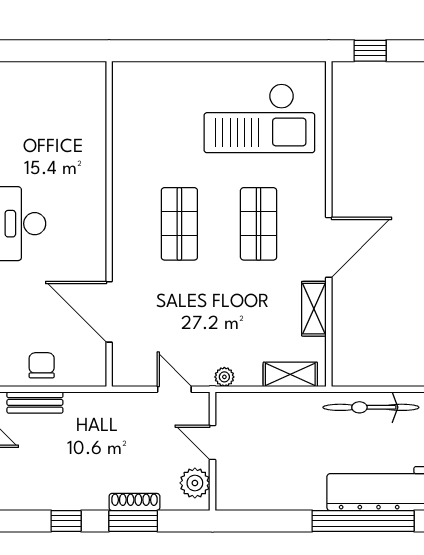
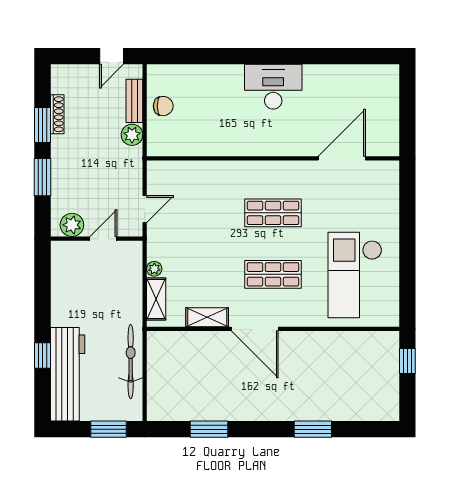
door: (109, 312) -> (342, 158), moved
plant: (224, 377) -> (154, 269), moved
plant: (79, 406) -> (132, 135), added
shoe rack: (134, 502) -> (57, 114), moved
window: (66, 521) -> (42, 125), width x1.50
window: (363, 521) -> (42, 356), width x0.32

